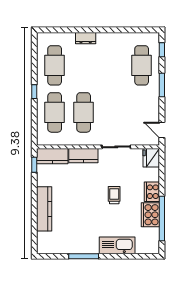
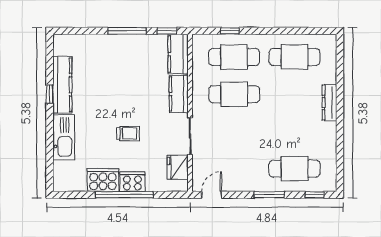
dresser: (86, 38) -> (329, 102), width x1.44
window: (34, 92) -> (230, 31), moved
fridge: (151, 158) -> (178, 167), moved, turned -90
window: (34, 196) -> (127, 31), added
kitchen counter: (44, 209) -> (62, 85), moved, turned -90
window: (162, 218) -> (124, 195), moved
window: (84, 256) -> (50, 94), width x0.46

